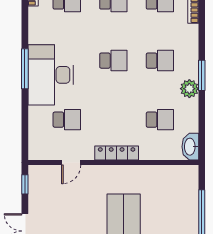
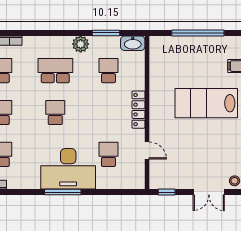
school desk: (160, 61) -> (55, 71), width x1.85
window: (202, 75) -> (106, 33), moved

